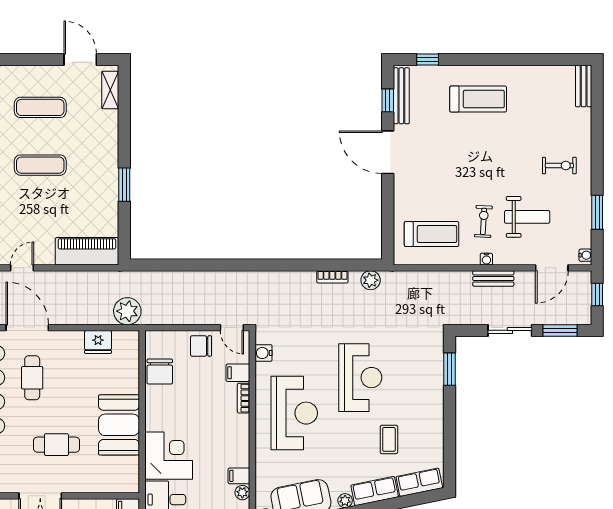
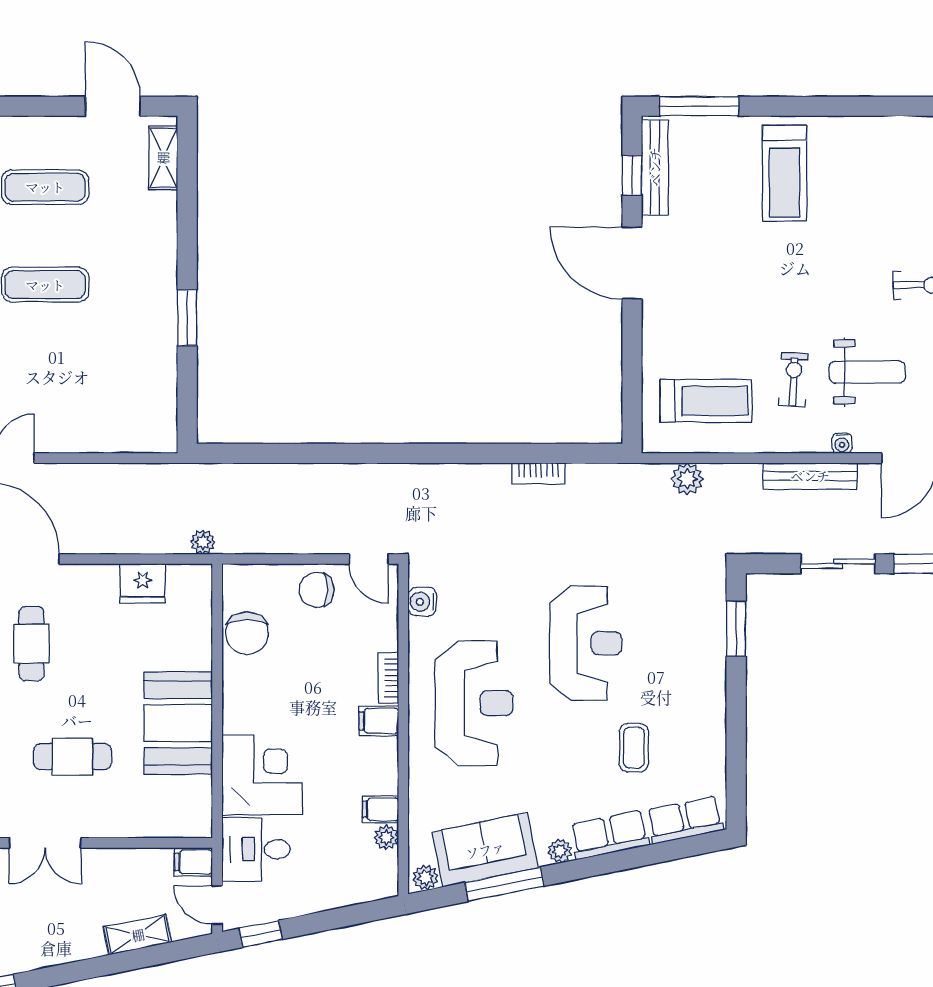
window: (428, 60) -> (699, 106), width x2.17
treadmill: (478, 99) -> (785, 173), turned 90
piano: (87, 251) -> (124, 430), removed
water cooler: (486, 259) -> (842, 443), moved
bench: (493, 278) -> (810, 476), width x1.36
plant: (371, 280) -> (687, 479), moved
plant: (127, 311) -> (203, 542), width x0.53, depth x0.53
filing cabinet: (238, 373) -> (379, 721), moved

